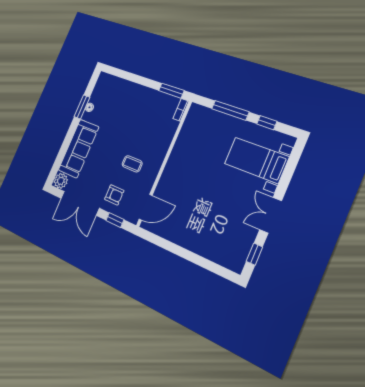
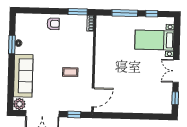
armchair: (114, 195) -> (53, 24), moved

